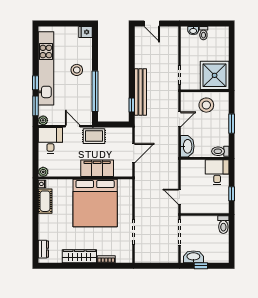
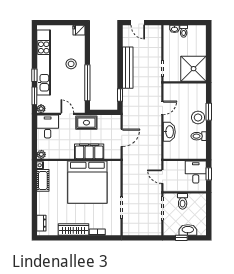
bench: (141, 92) -> (128, 68), moved
stool: (206, 105) -> (198, 117), moved
wall: (205, 158) -> (185, 160), moved
desk: (217, 172) -> (196, 172), moved
toilet: (223, 225) -> (183, 201), moved
washbasin: (193, 257) -> (188, 230), moved

